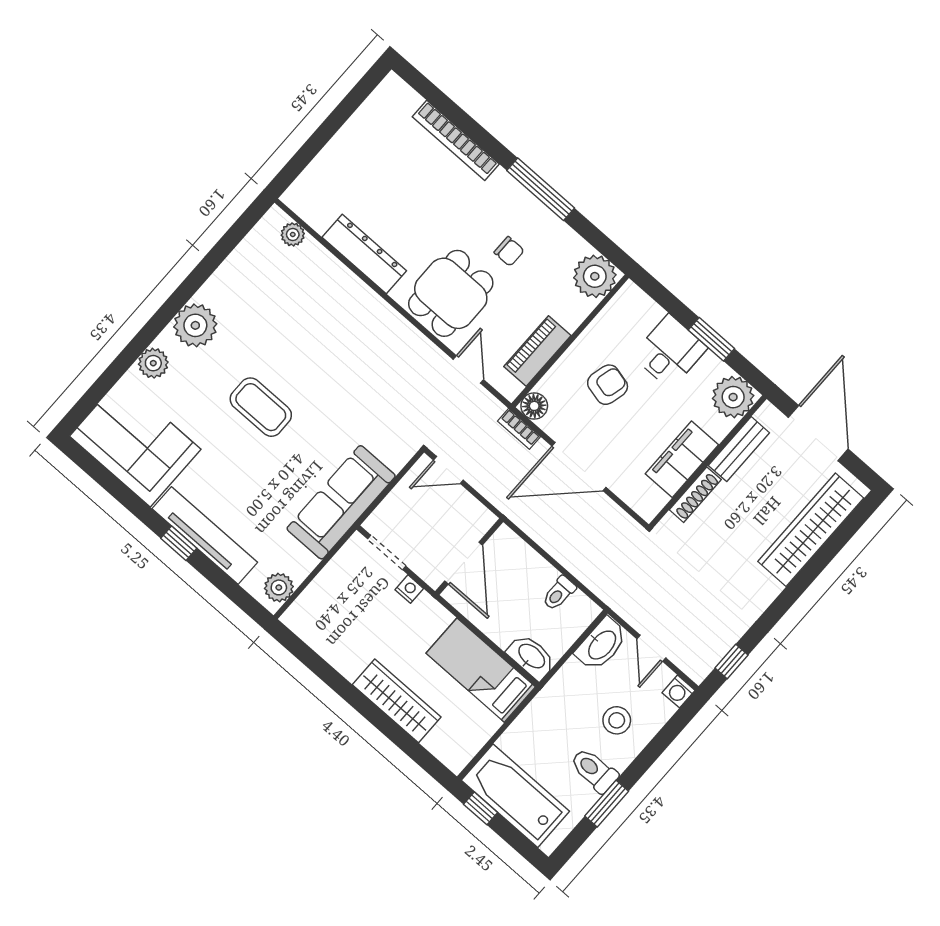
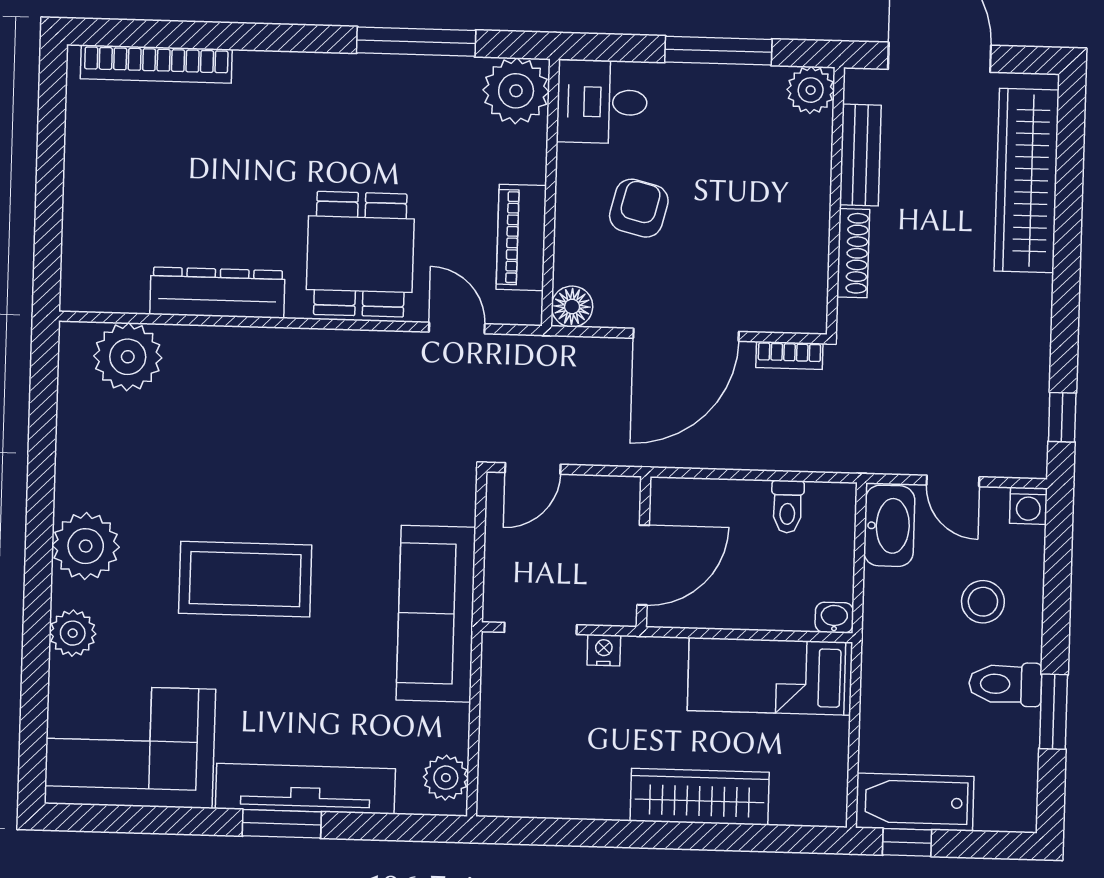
bookcase: (456, 140) -> (156, 64), moved
window: (541, 189) -> (416, 42), moved
plant: (293, 234) -> (128, 357), width x1.87, depth x1.87
chair: (509, 251) -> (389, 146), removed
window: (711, 339) -> (718, 51), width x1.44
desk: (670, 352) -> (602, 102), moved, turned -90
plant: (733, 397) -> (811, 90), width x0.73, depth x0.73
coffee table: (261, 407) -> (245, 579), width x1.36, depth x1.32
bookcase: (519, 429) -> (789, 355), moved
filing cabinet: (682, 459) -> (802, 224), removed
window: (179, 543) -> (282, 824), width x1.50
door: (464, 563) -> (643, 565), hinge flipped
washbasin: (531, 657) -> (834, 618), width x0.52, depth x0.69
bathtub: (515, 796) -> (915, 802), width x0.73, depth x0.73

